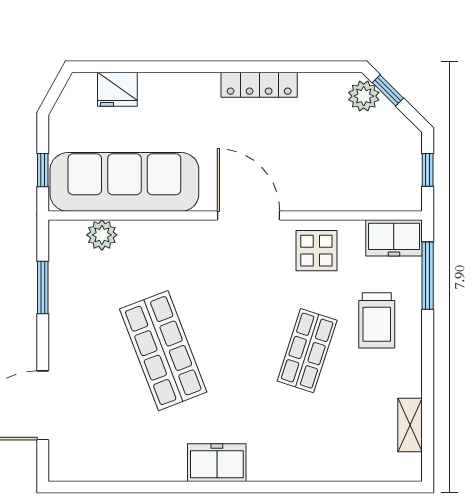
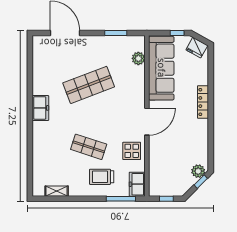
locker: (259, 85) -> (203, 102), moved
fridge: (117, 89) -> (197, 48), moved, turned -61
window: (43, 170) -> (177, 33), moved

